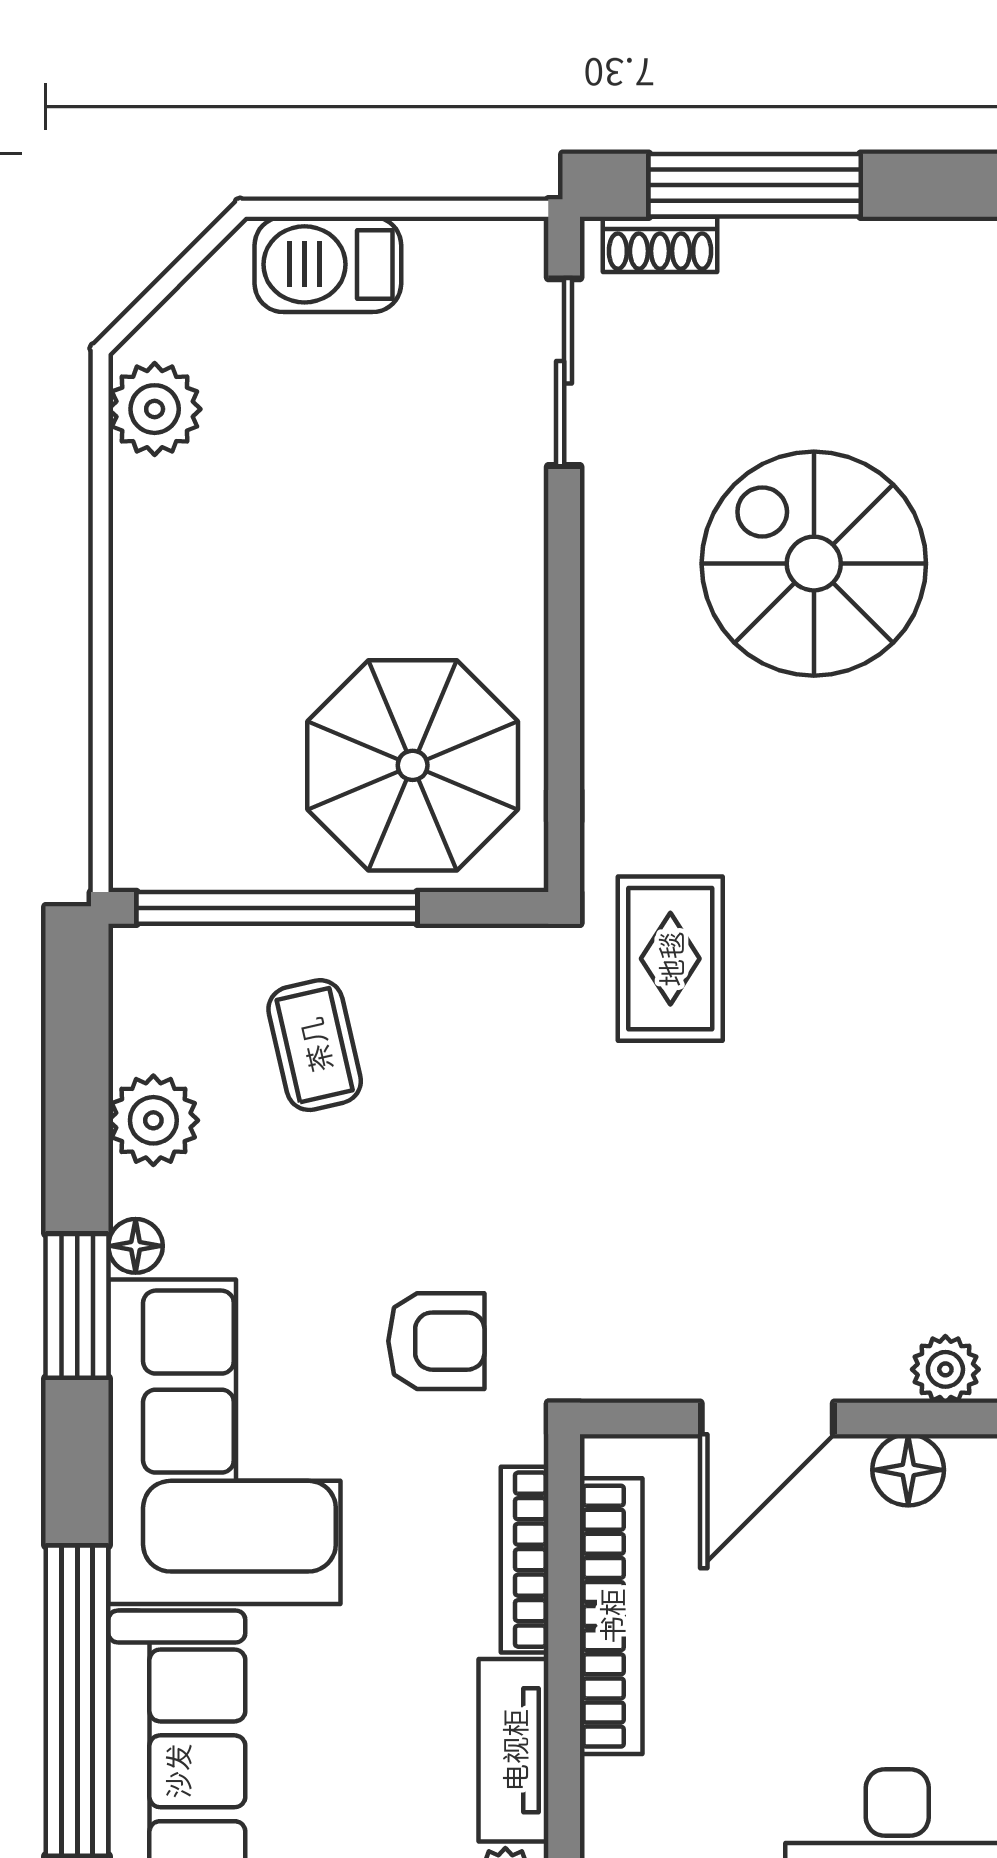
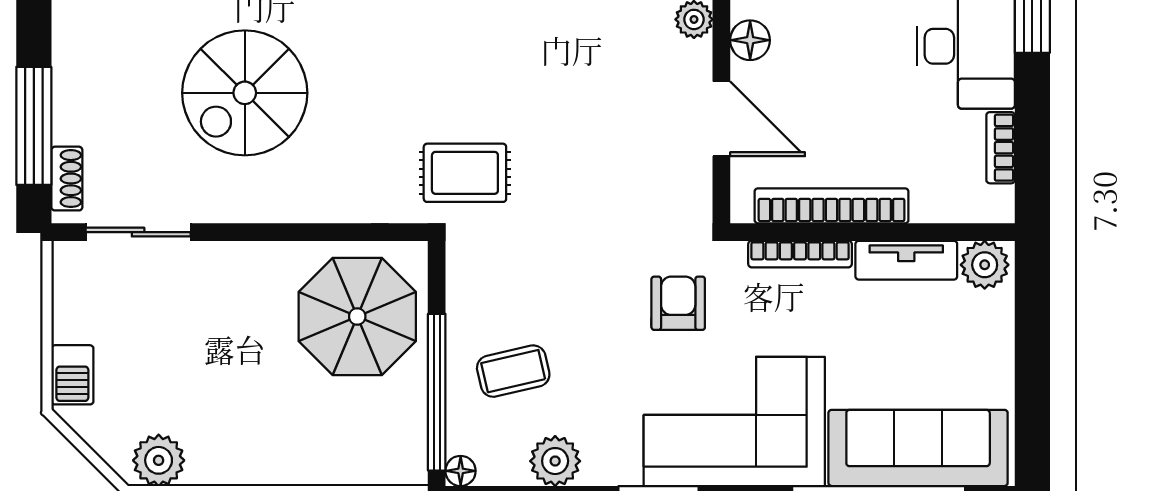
barbecue: (328, 264) -> (72, 375), width x0.73, depth x0.79
floor lamp: (136, 1246) -> (461, 471), moved

